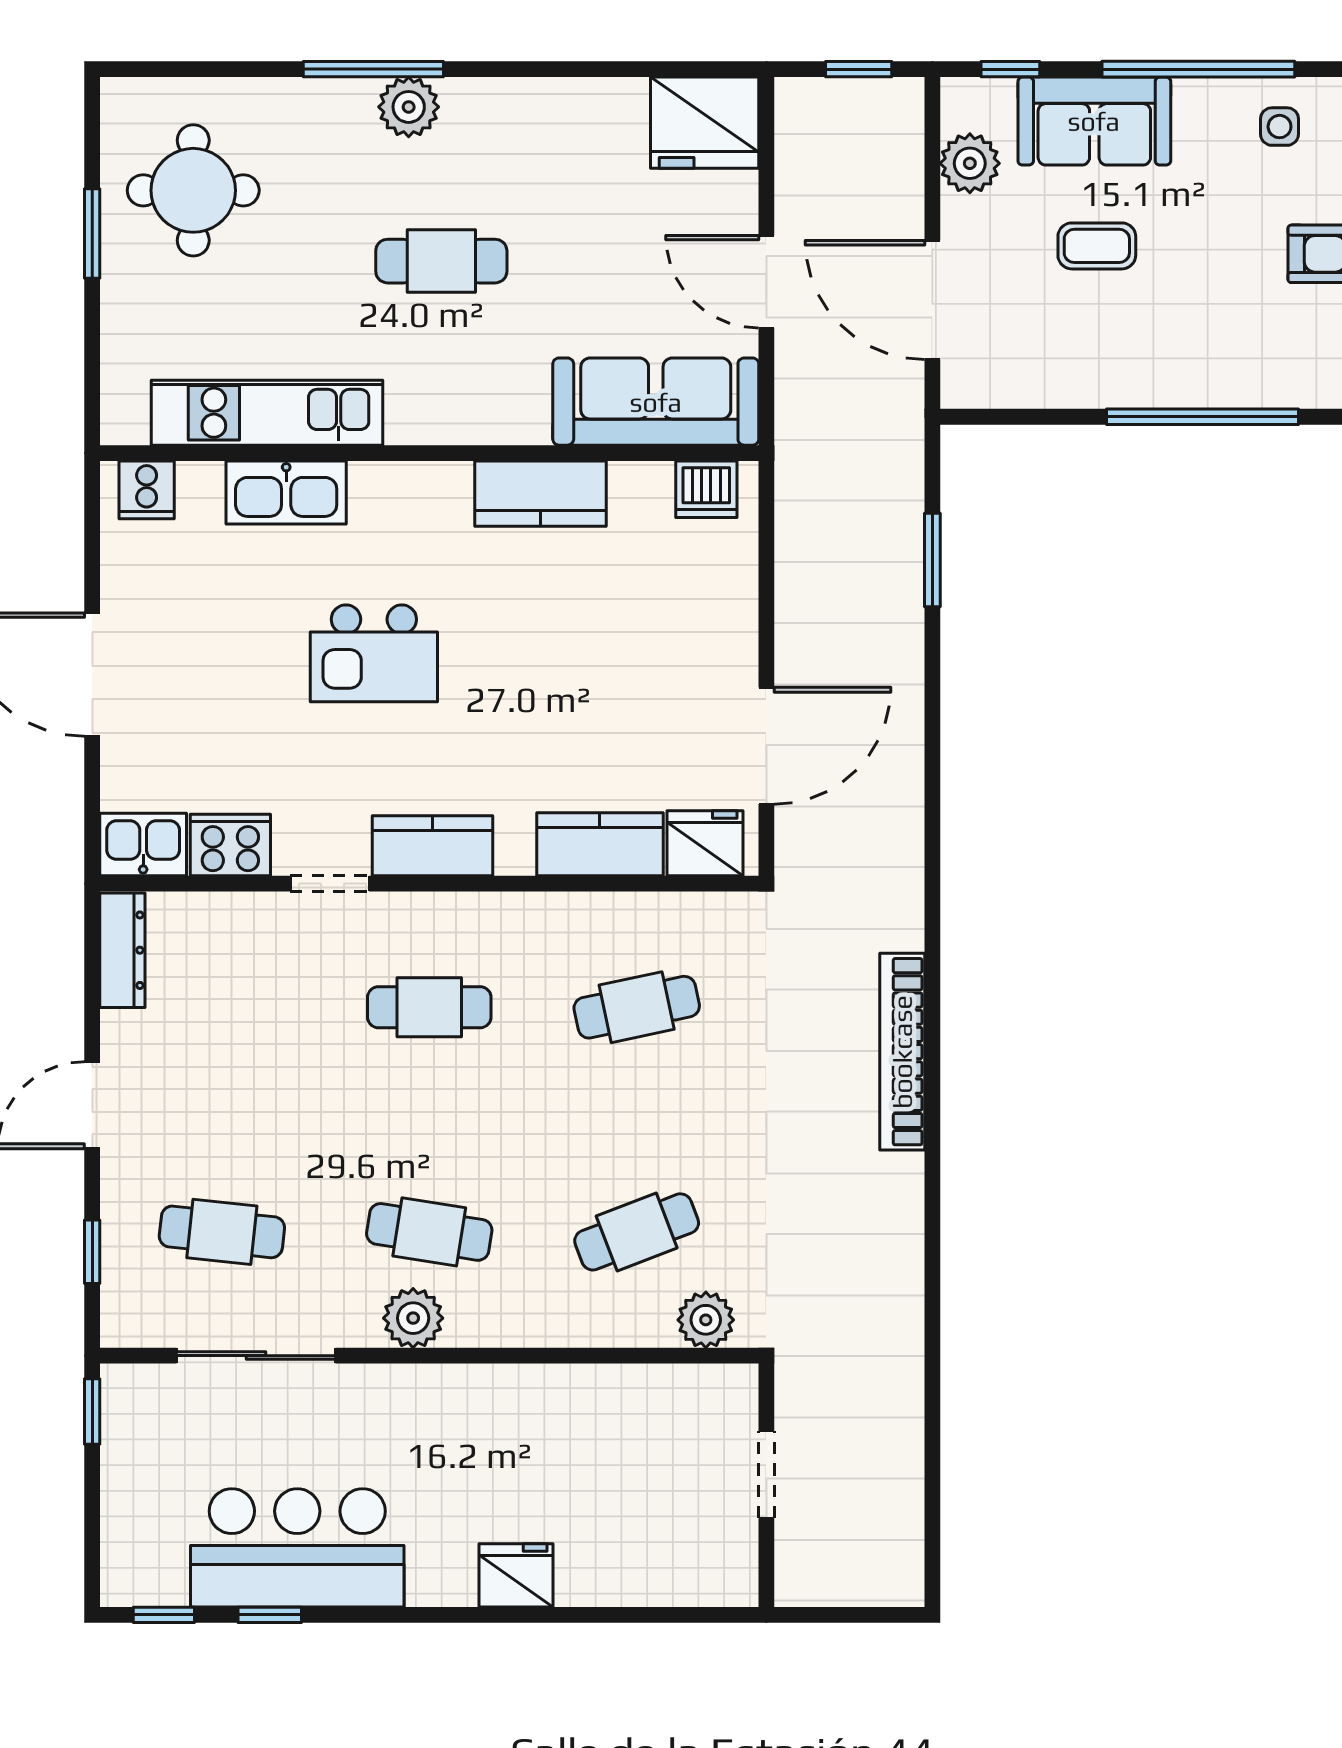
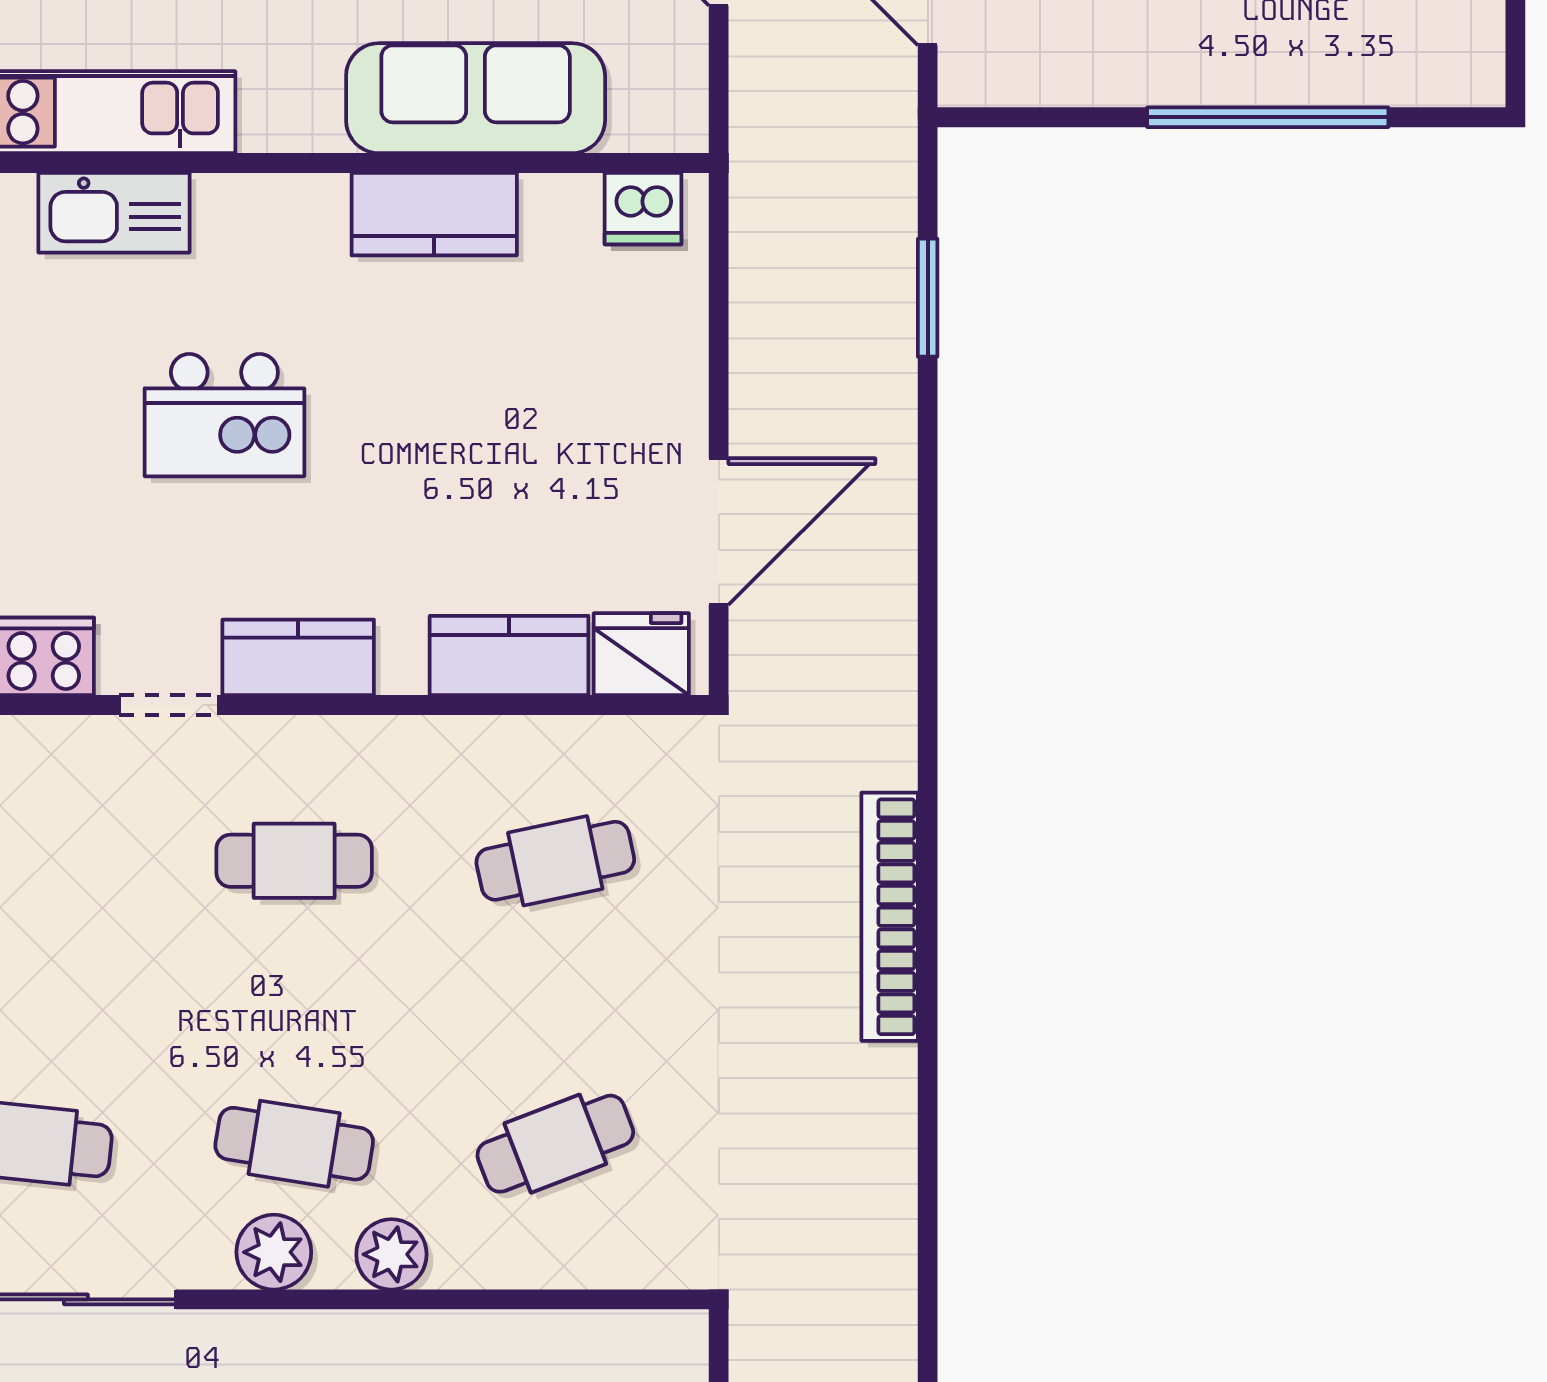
sofa: (656, 402) -> (476, 98), moved
plant: (706, 1320) -> (391, 1254), moved

